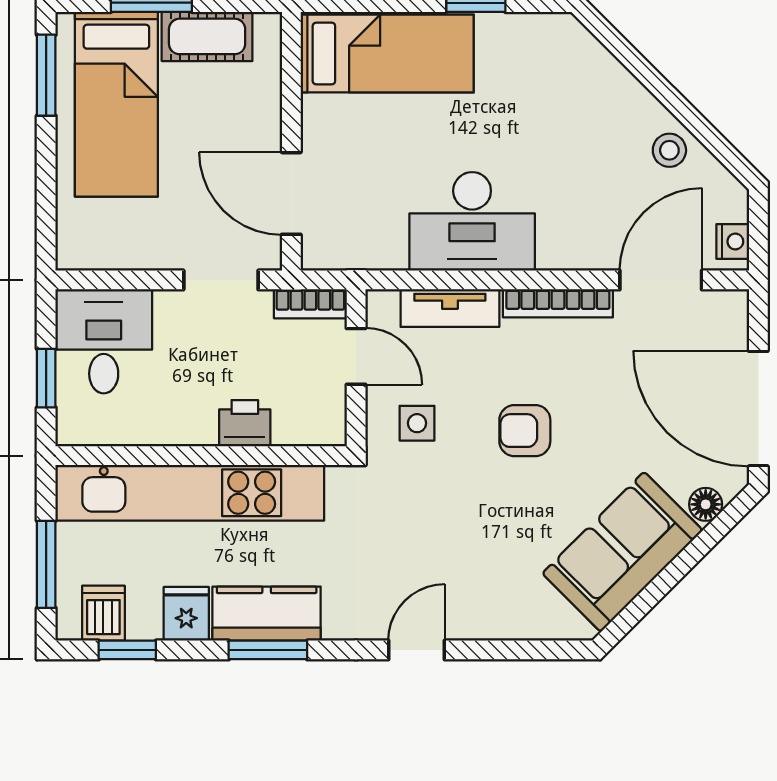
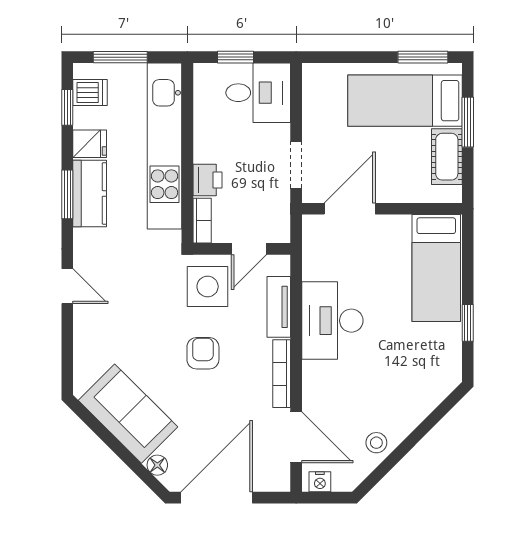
bookcase: (310, 304) -> (202, 221), moved, turned 180
side table: (417, 423) -> (208, 287), width x1.87, depth x1.87

